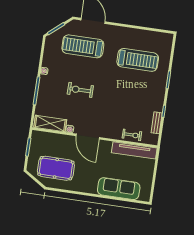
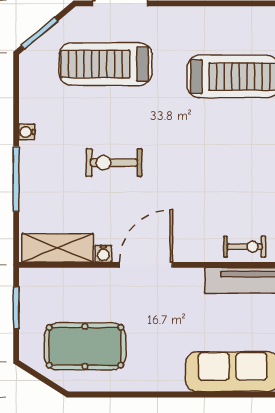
door: (88, 137) -> (146, 265), swing flipped

